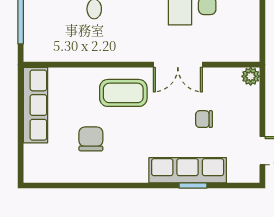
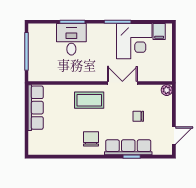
double door: (178, 65) -> (122, 83), swing flipped
chair: (91, 139) -> (91, 139), moved

